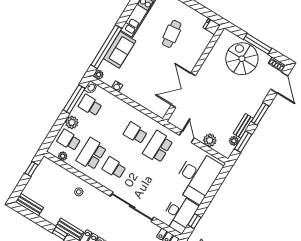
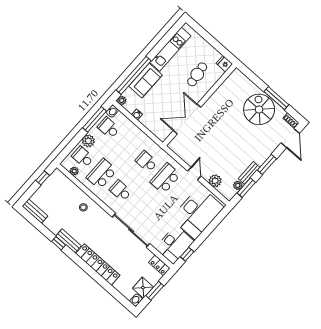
fridge: (212, 26) -> (224, 64), moved
wall: (194, 73) -> (200, 105), moved
double door: (183, 90) -> (187, 119), moved

